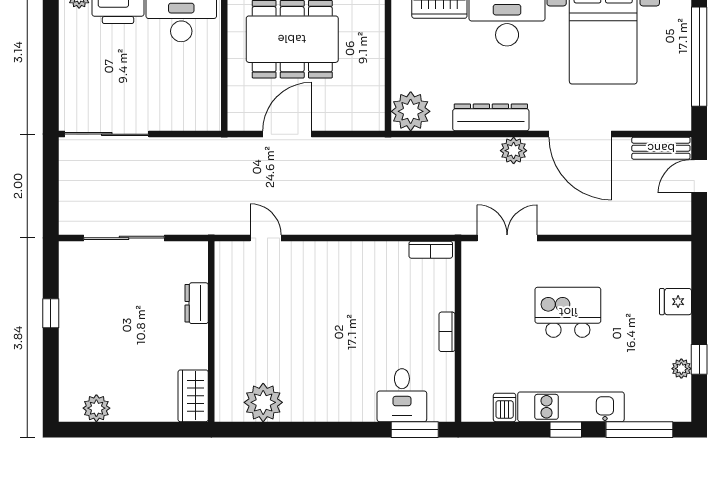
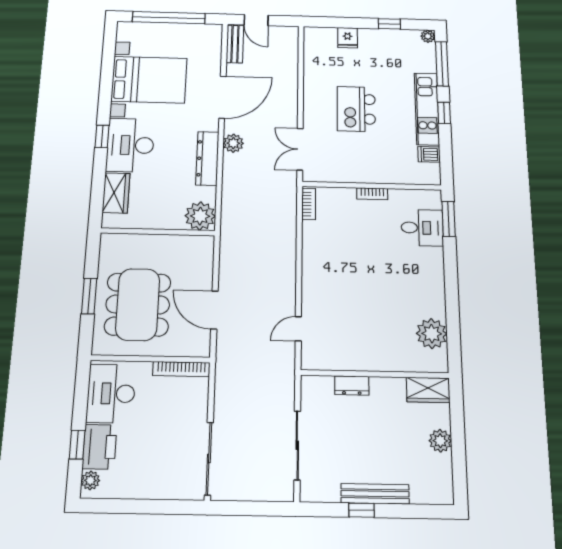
bookcase: (212, 97) -> (181, 369), added
bench: (70, 329) -> (375, 494), added
plant: (681, 369) -> (428, 36), moved
plant: (96, 408) -> (440, 441), moved

